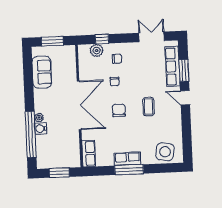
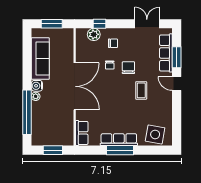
sofa: (42, 72) -> (40, 58), width x1.36
chair: (119, 110) -> (128, 68), moved
water cooler: (41, 129) -> (37, 86), moved
row of seats: (127, 159) -> (119, 140), width x1.48

